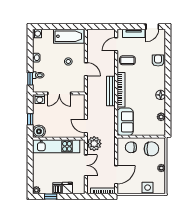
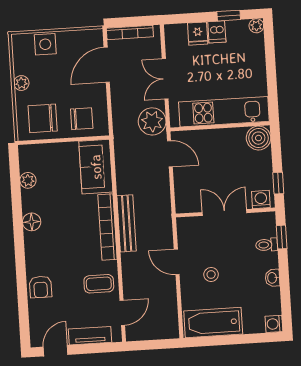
window: (30, 119) -> (278, 183), moved

